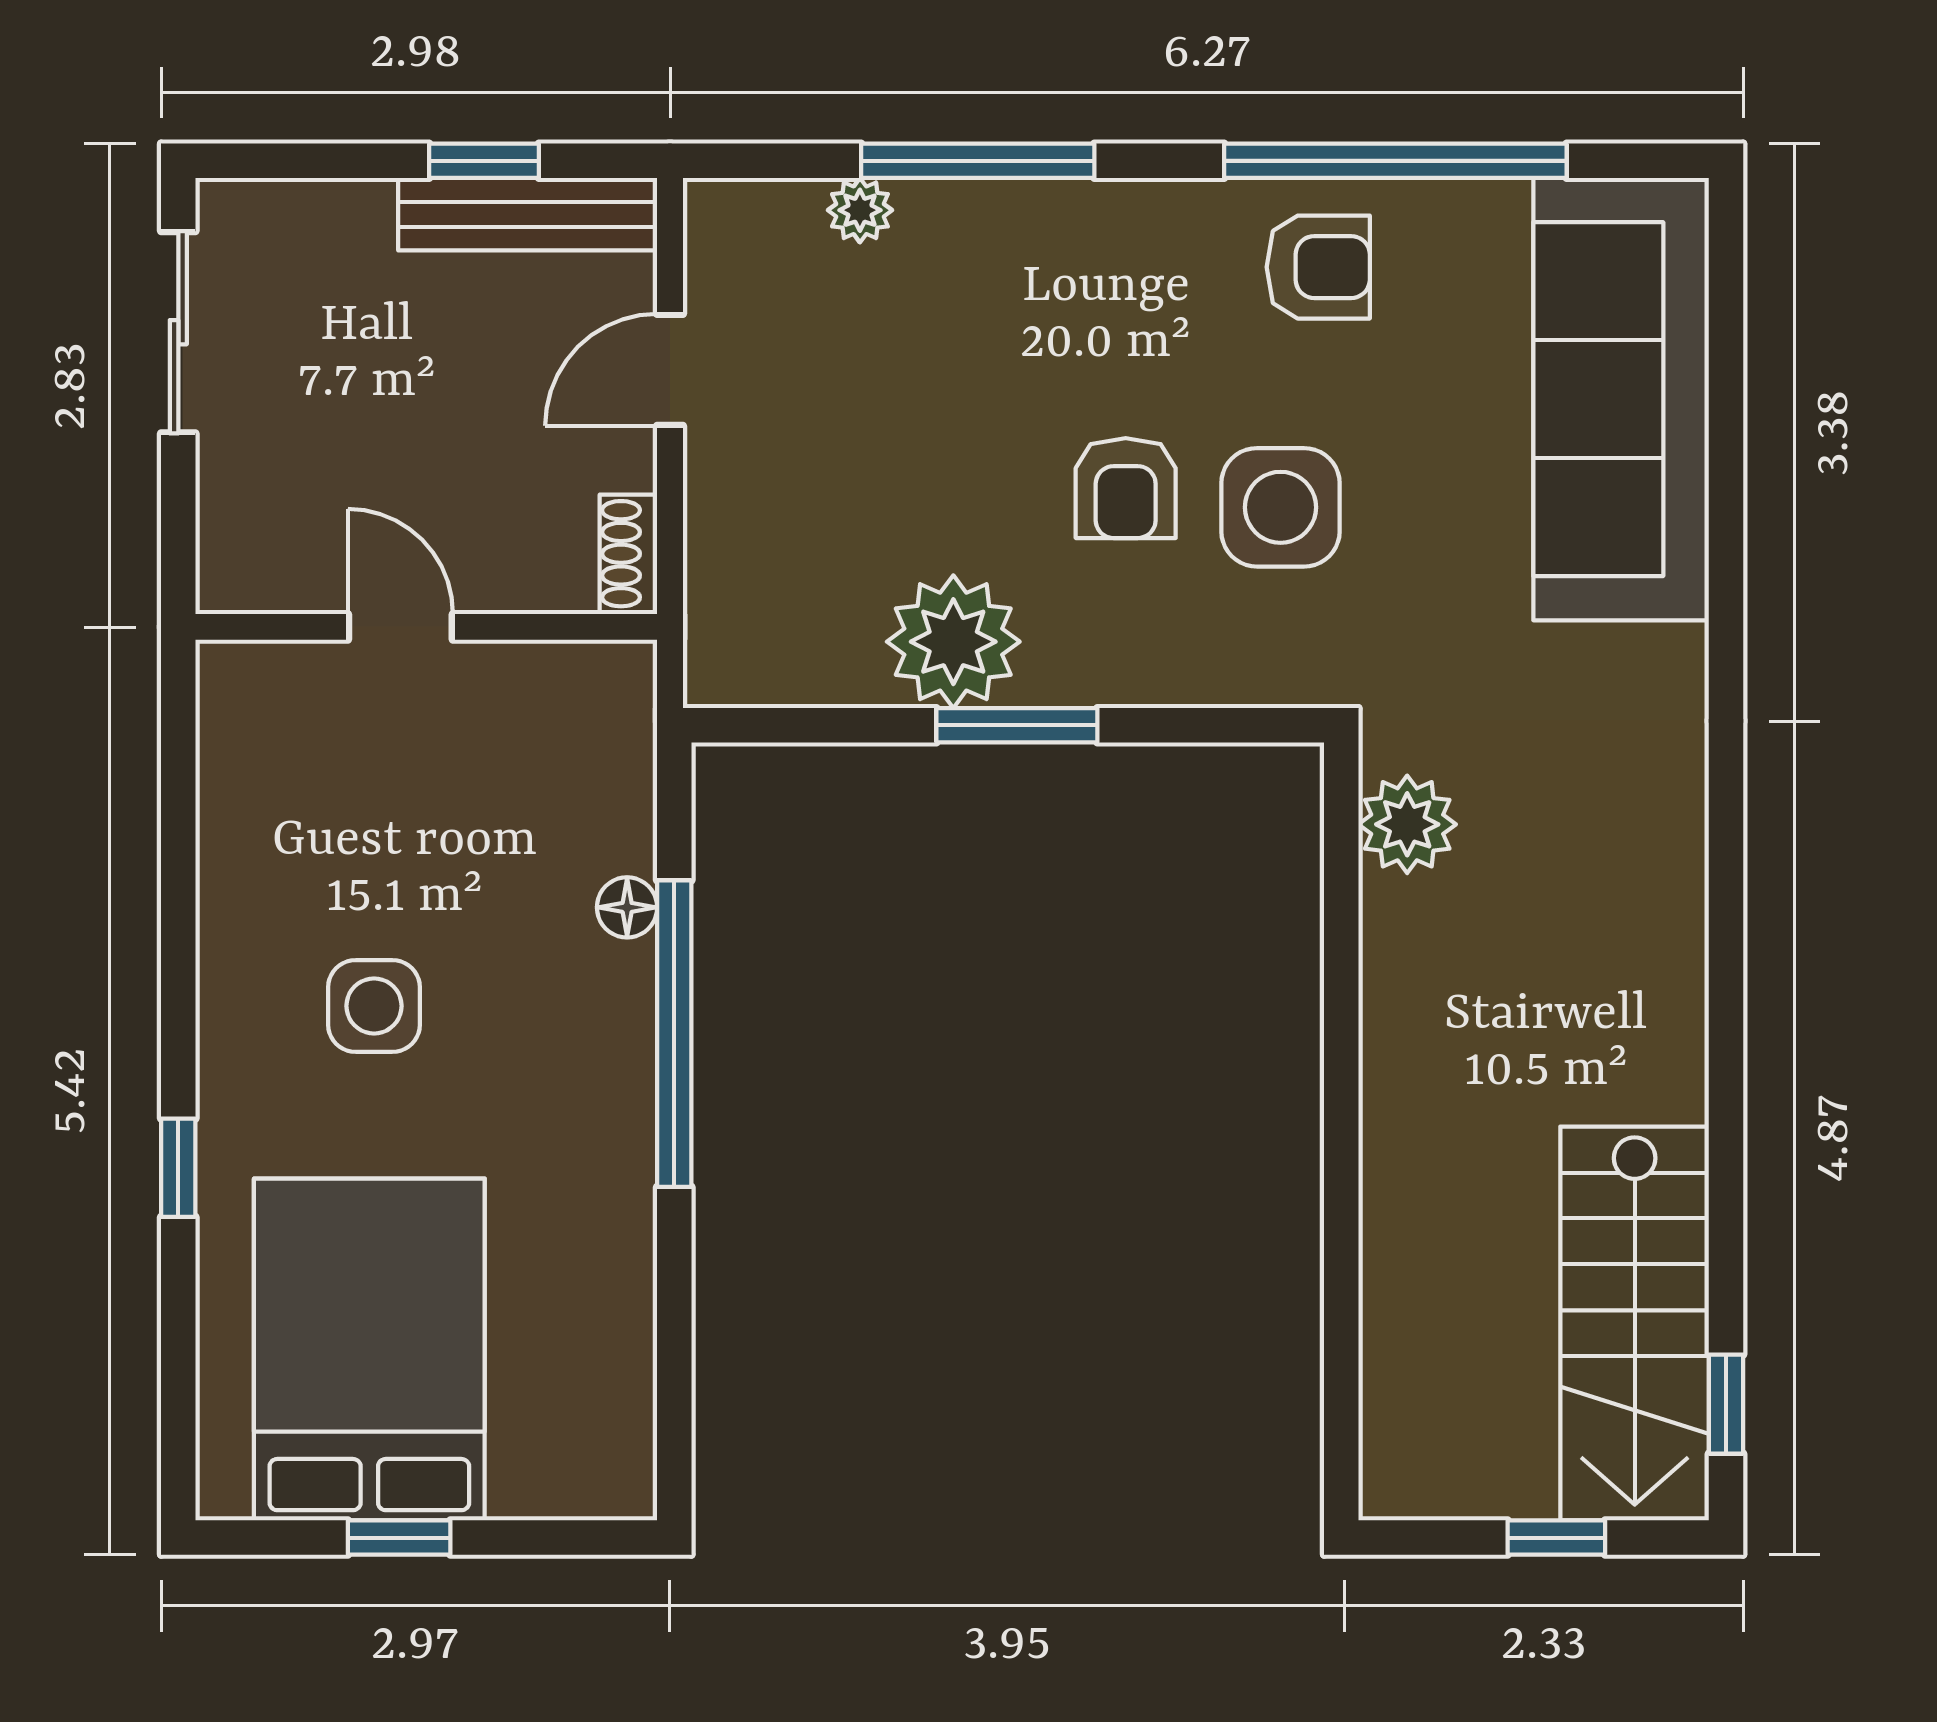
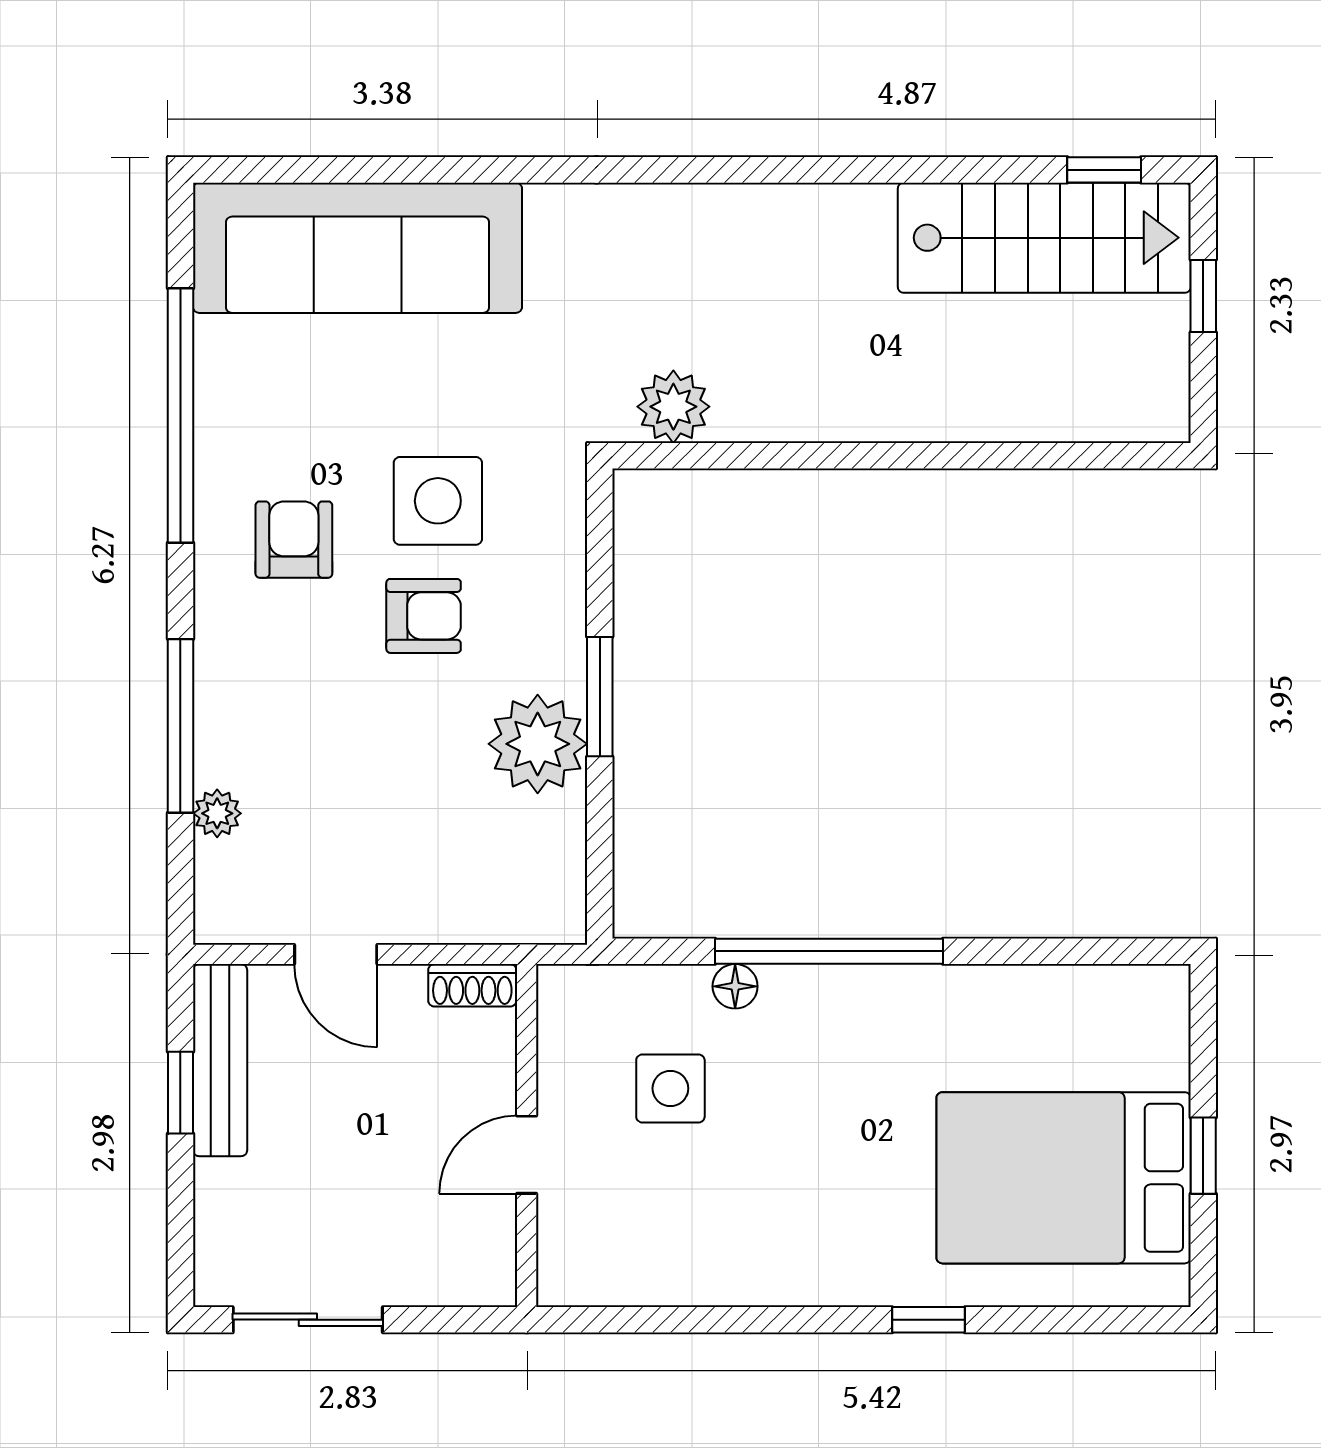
armchair: (1318, 267) -> (294, 540), moved
side table: (374, 1006) -> (670, 1088), moved

